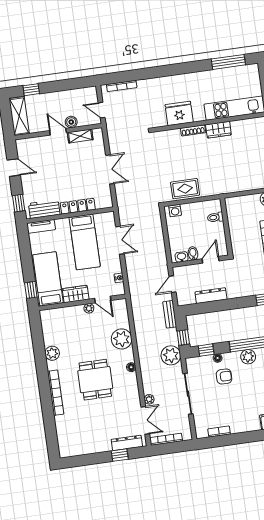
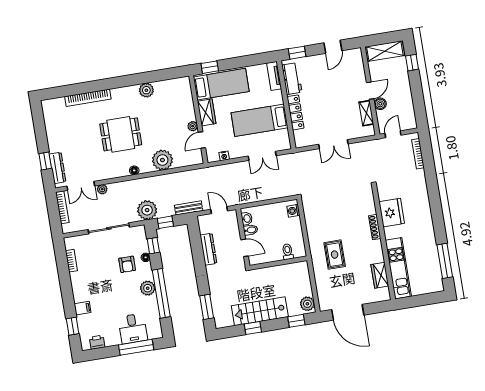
wardrobe: (218, 130) -> (380, 275), moved
rug: (185, 189) -> (335, 255), moved
bookcase: (56, 393) -> (88, 98), moved

